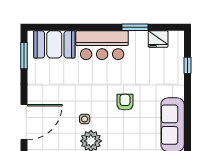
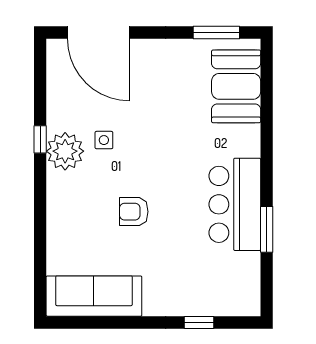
fridge: (158, 39) -> (246, 270), removed
bar counter: (102, 45) -> (235, 204), moved
armchair: (125, 102) -> (134, 212), turned 180

